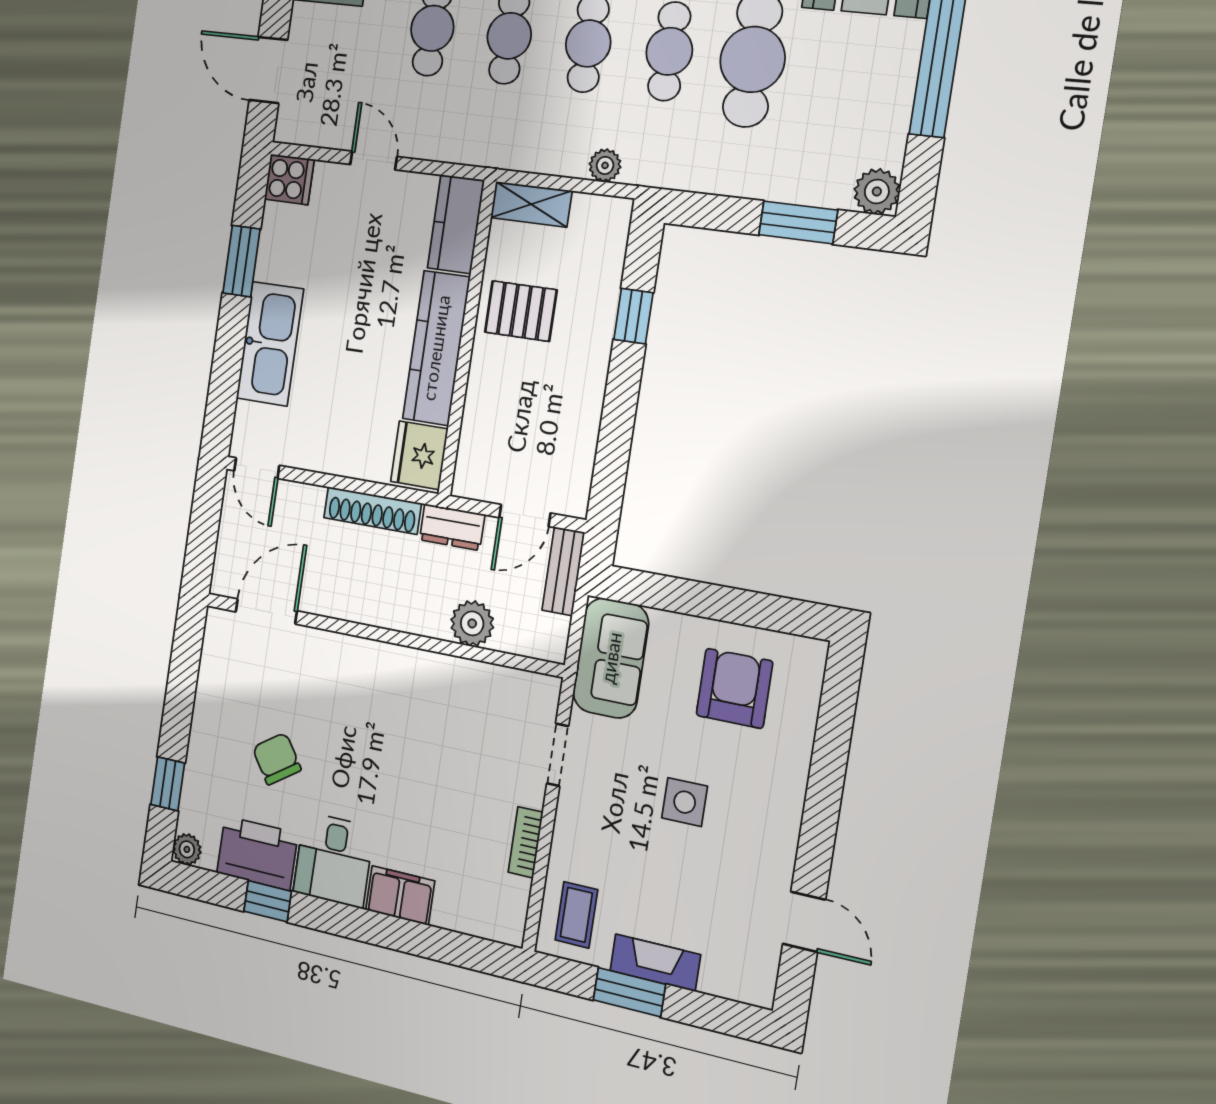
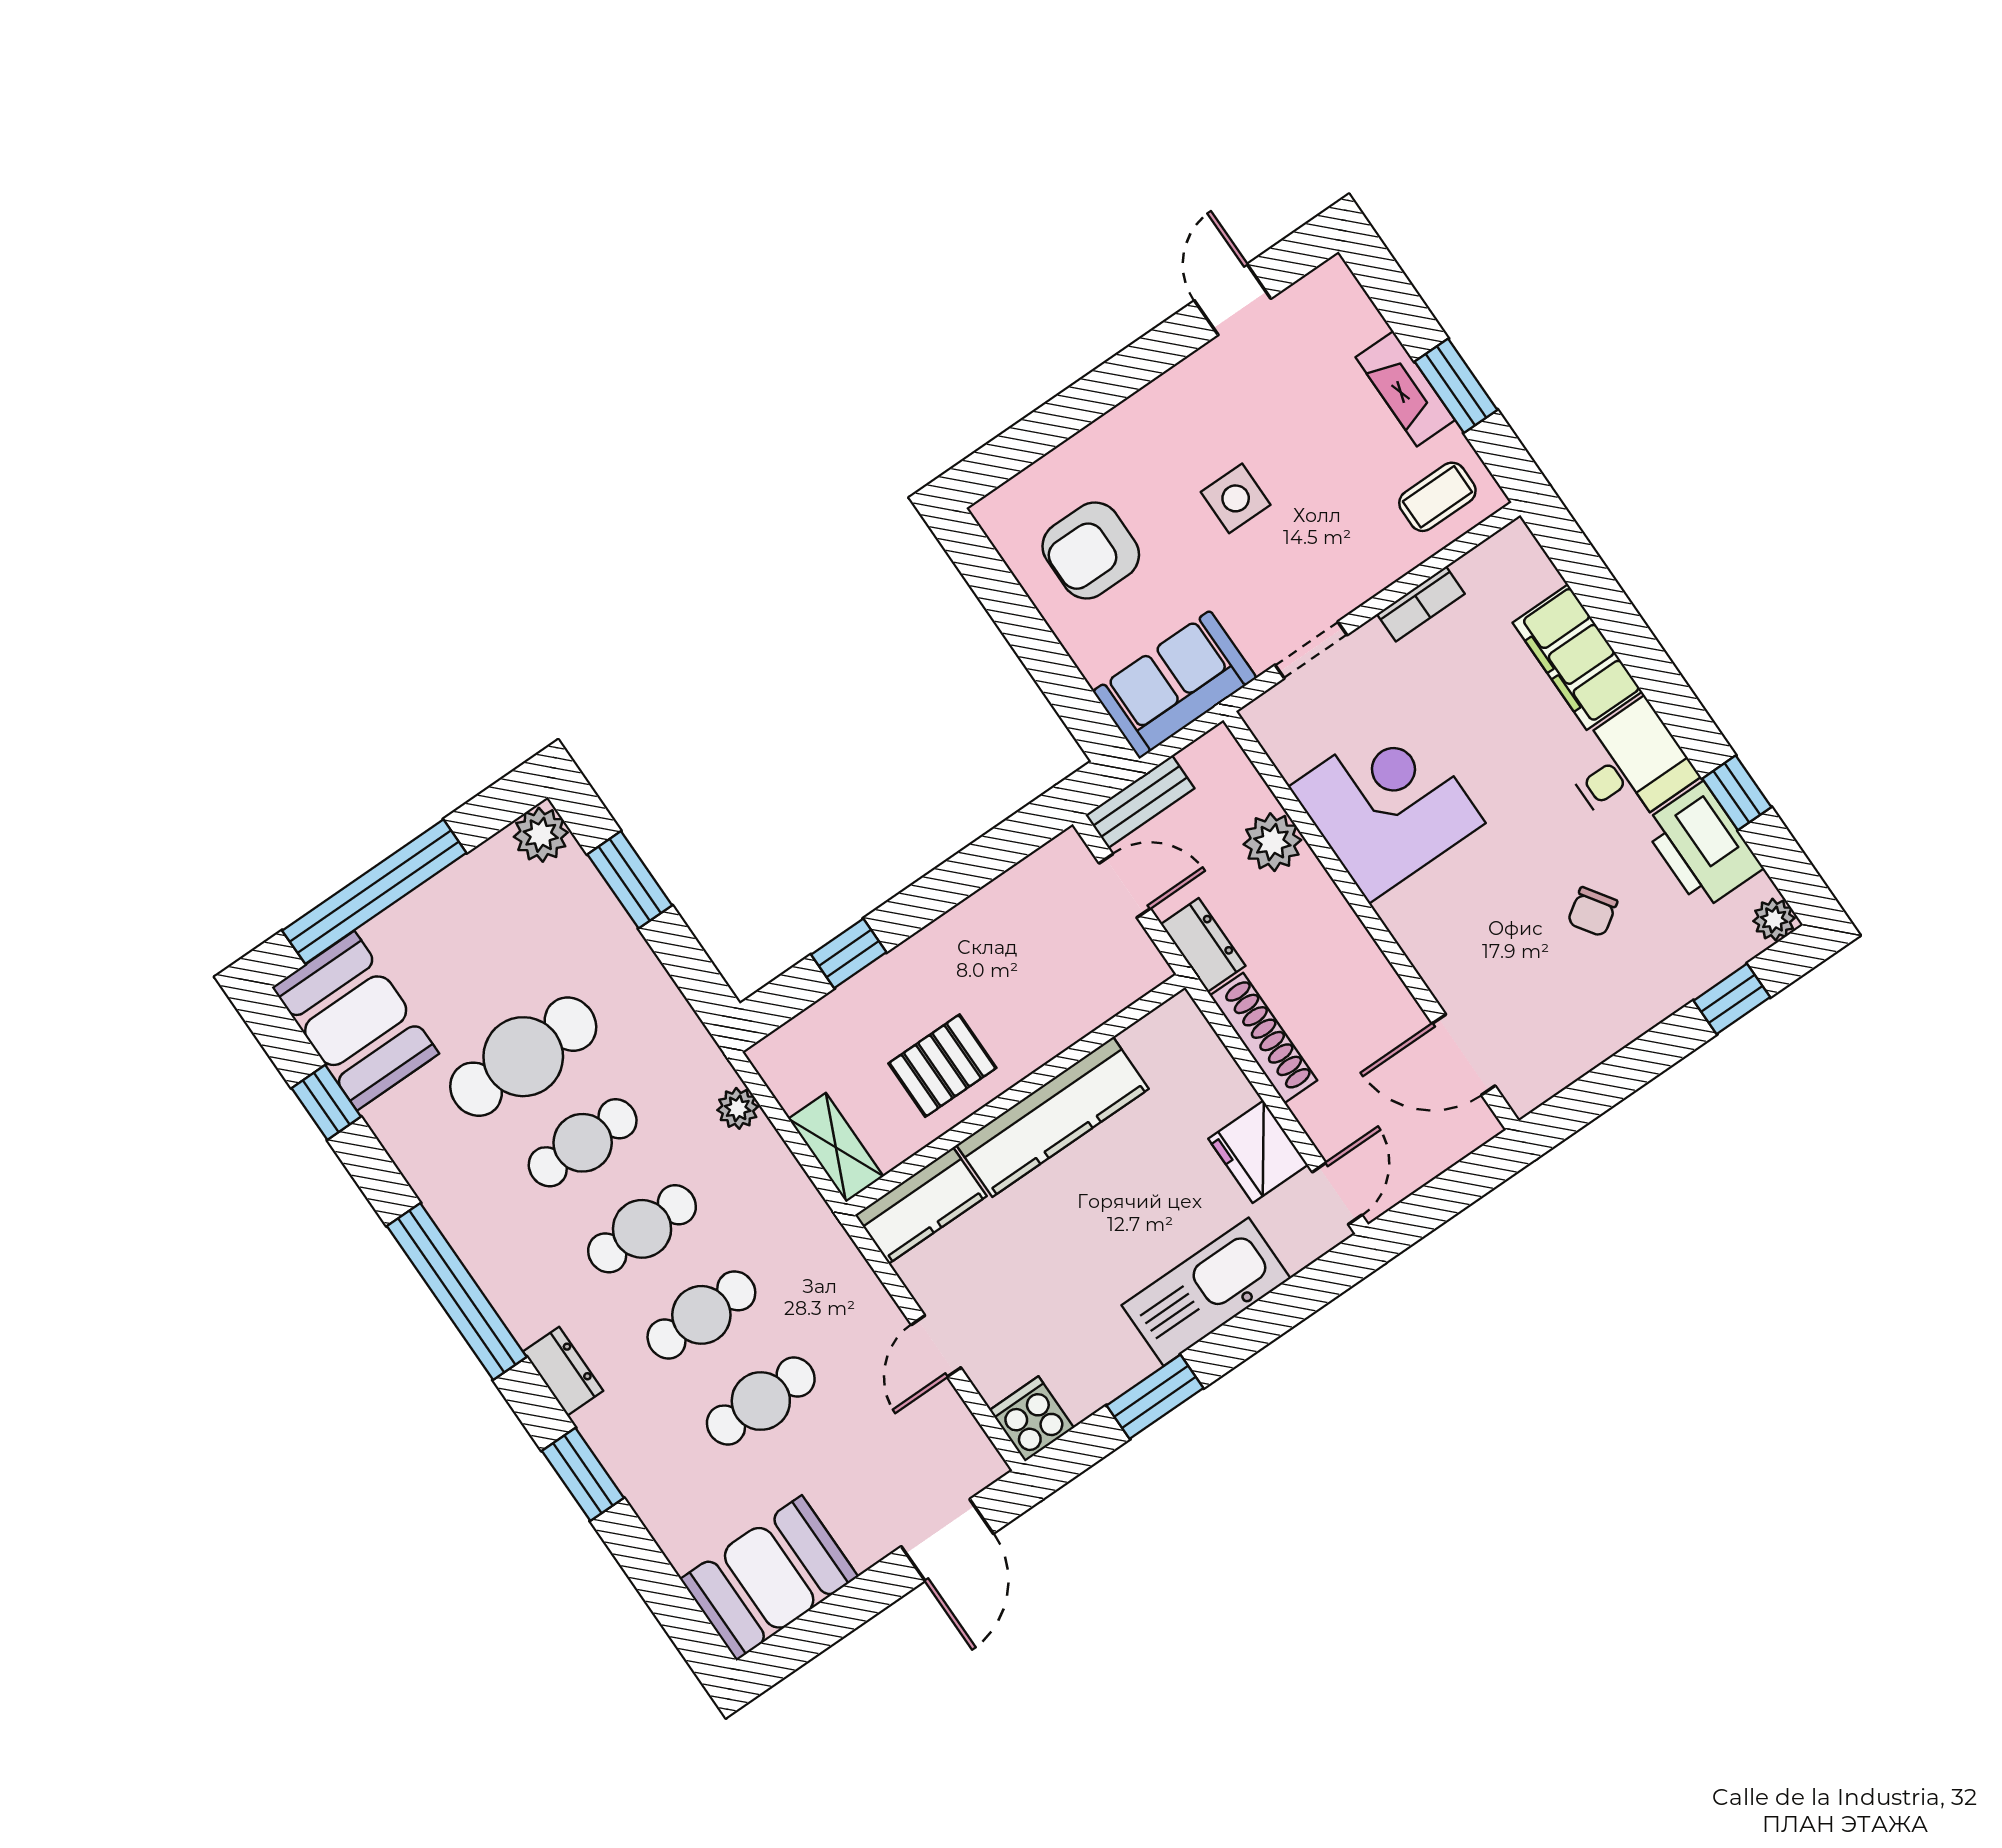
pallet: (521, 311) -> (942, 1066), turned 90
fridge: (419, 455) -> (1258, 1152), moved, turned 90
corner desk: (434, 708) -> (1387, 805), added
chair: (277, 759) -> (1592, 912), width x0.73, depth x0.73
filing cabinet: (400, 895) -> (1577, 657), width x1.50, depth x1.17

